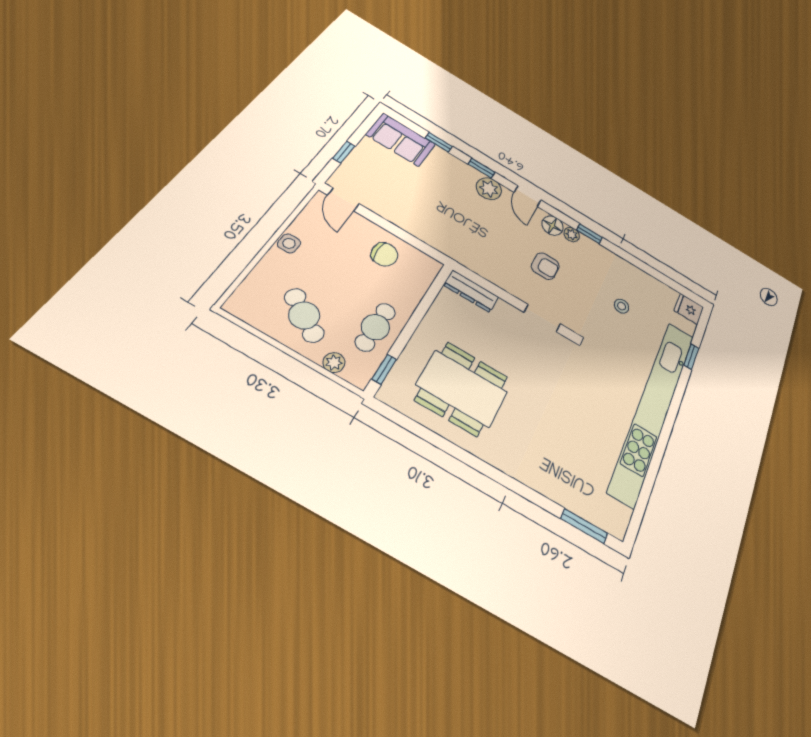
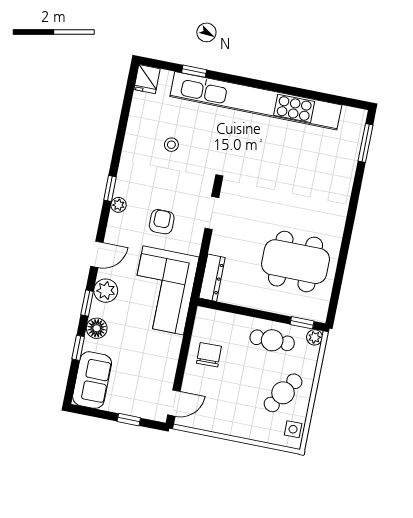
floor lamp: (553, 226) -> (97, 328), moved
corner sofa: (472, 239) -> (163, 290), added
side table: (289, 243) -> (293, 429), moved
plant: (334, 363) -> (315, 337), moved
dining table: (462, 388) -> (296, 262), turned 90

